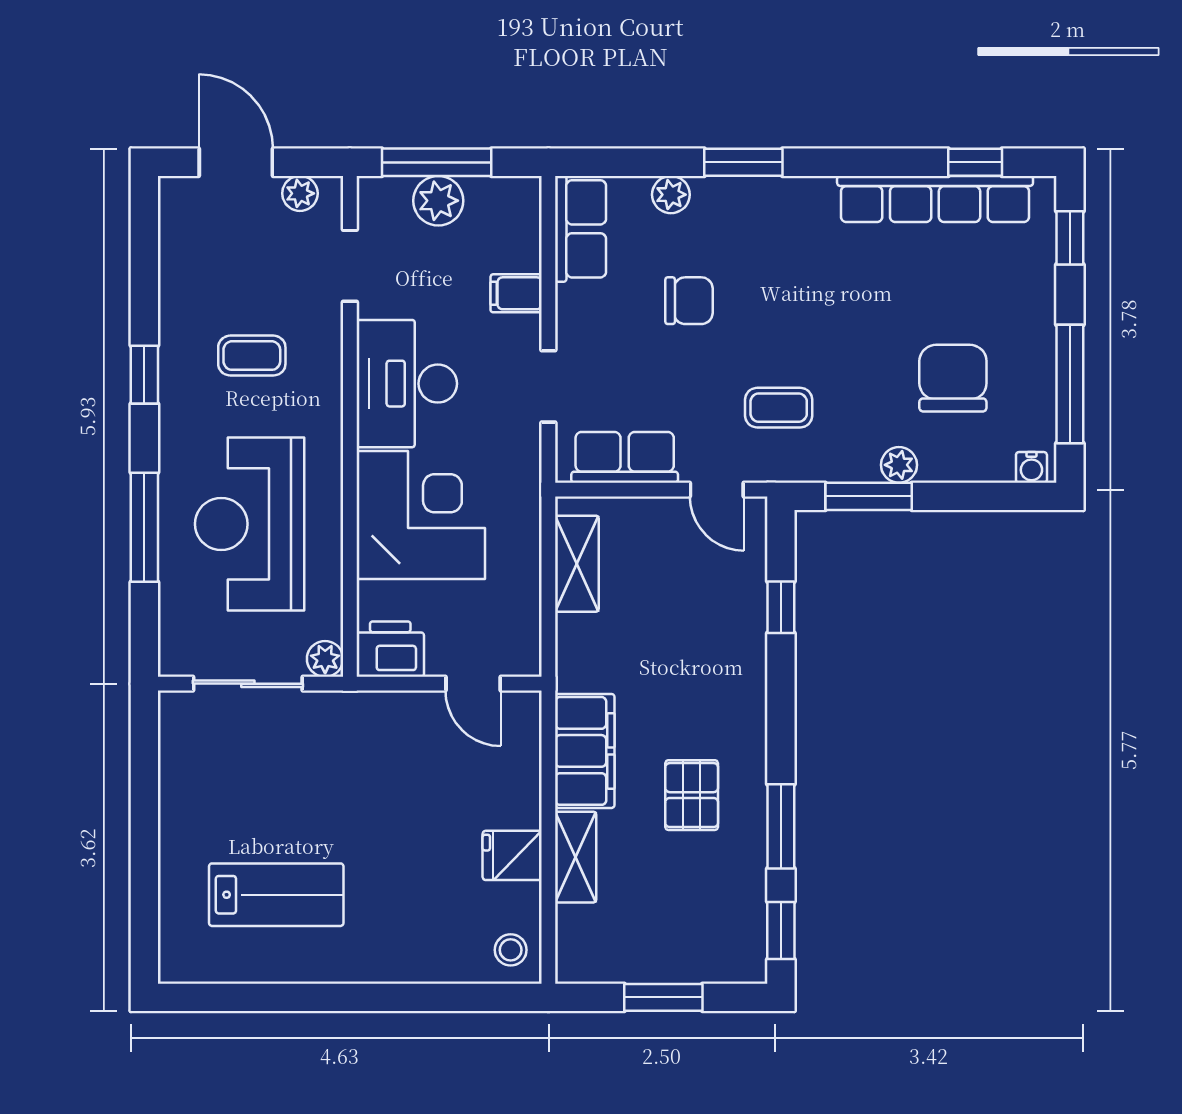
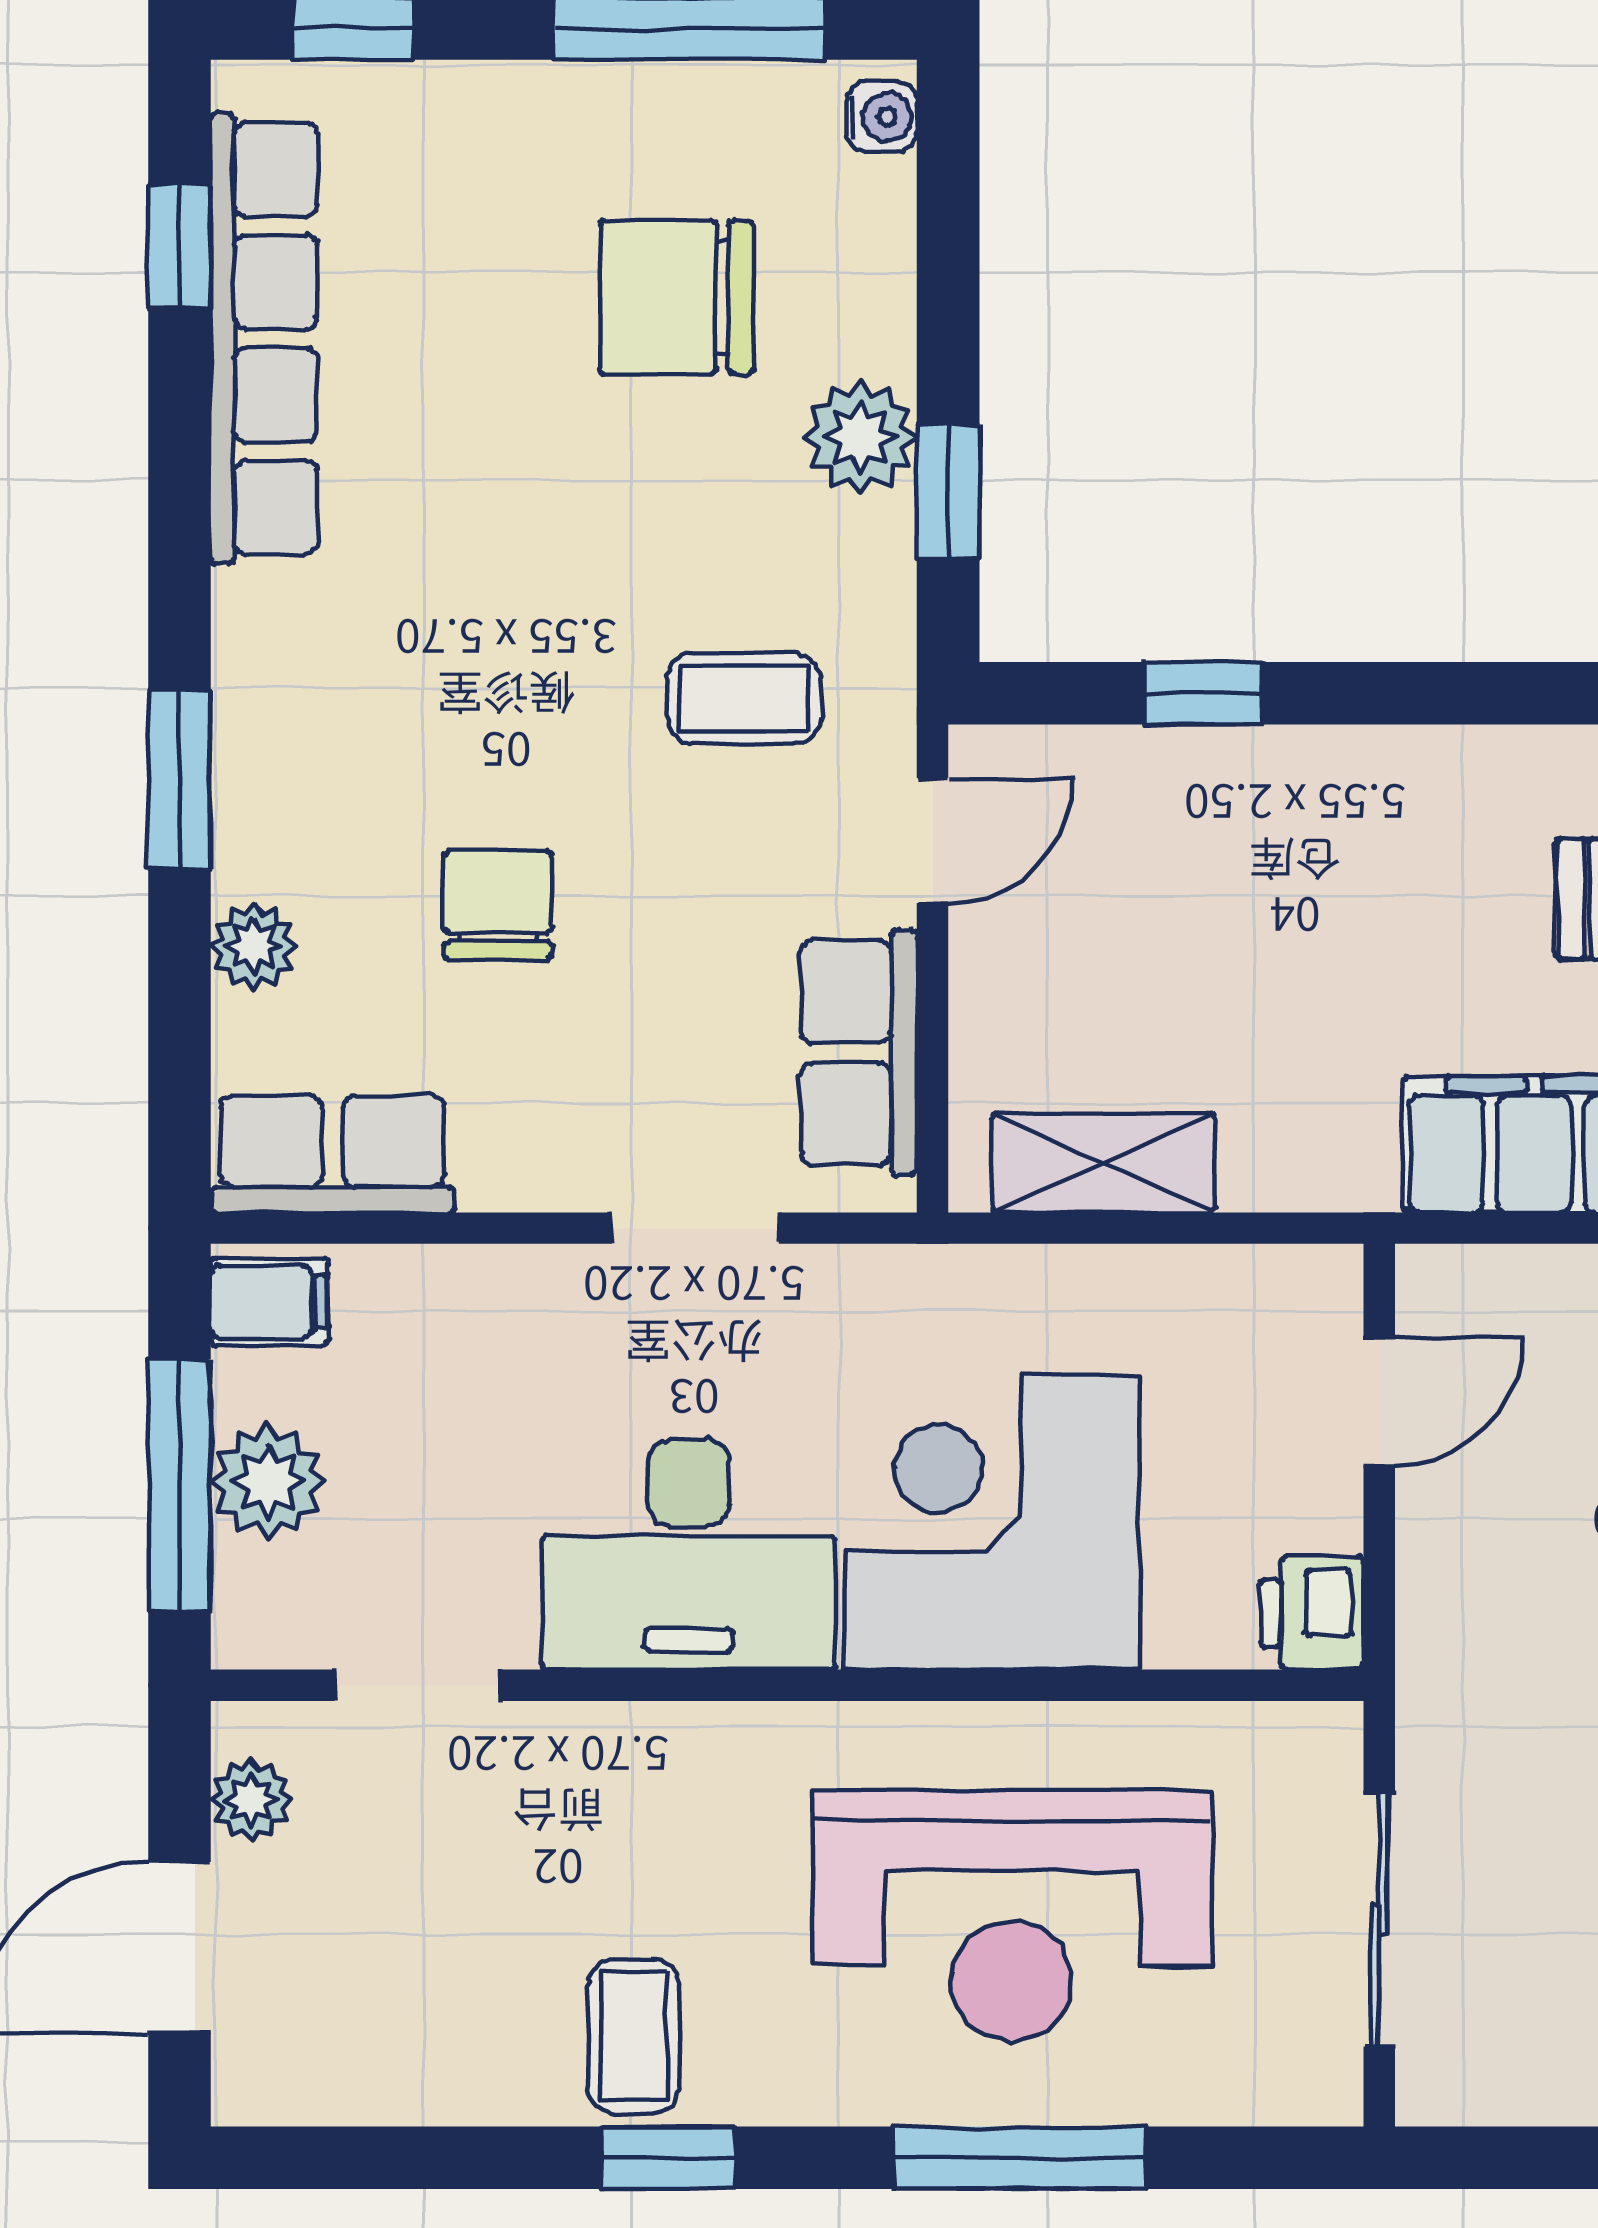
filing cabinet: (516, 293) -> (269, 1302), moved, turned -90
coffee table: (252, 356) -> (634, 2036), moved
coffee table: (779, 408) -> (744, 698), turned 90
plant: (899, 465) -> (860, 437), width x1.38, depth x1.38
window: (869, 496) -> (948, 491), width x0.67
printer: (390, 649) -> (1312, 1613), width x0.73, depth x0.81
plant: (325, 659) -> (1322, 1742), removed

